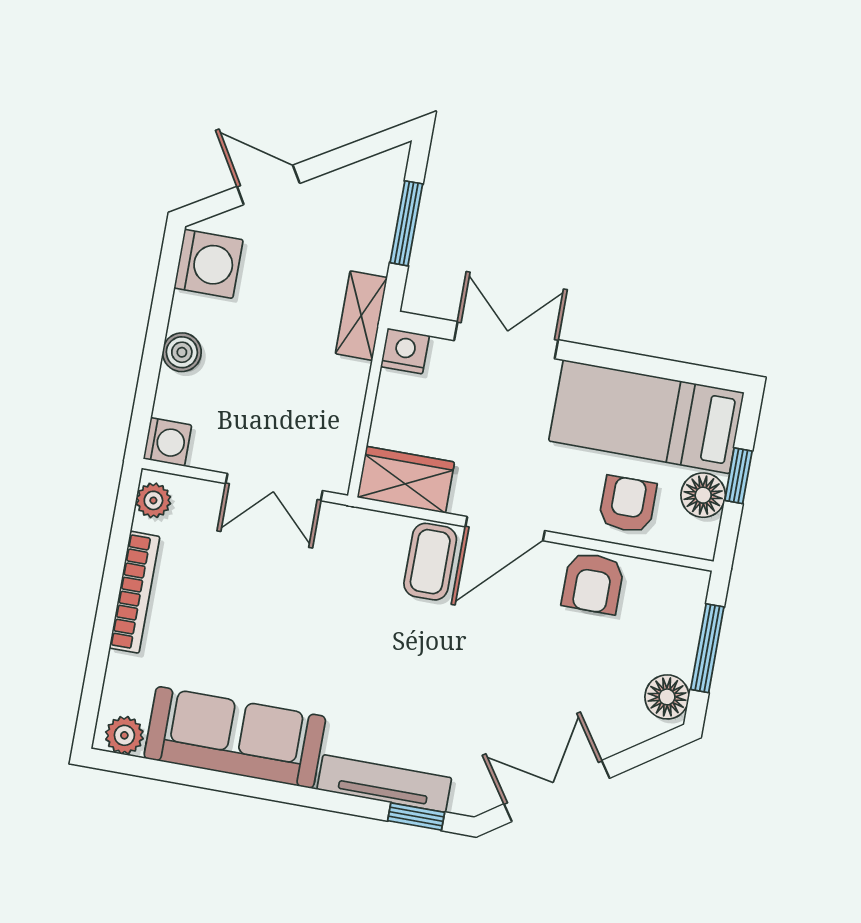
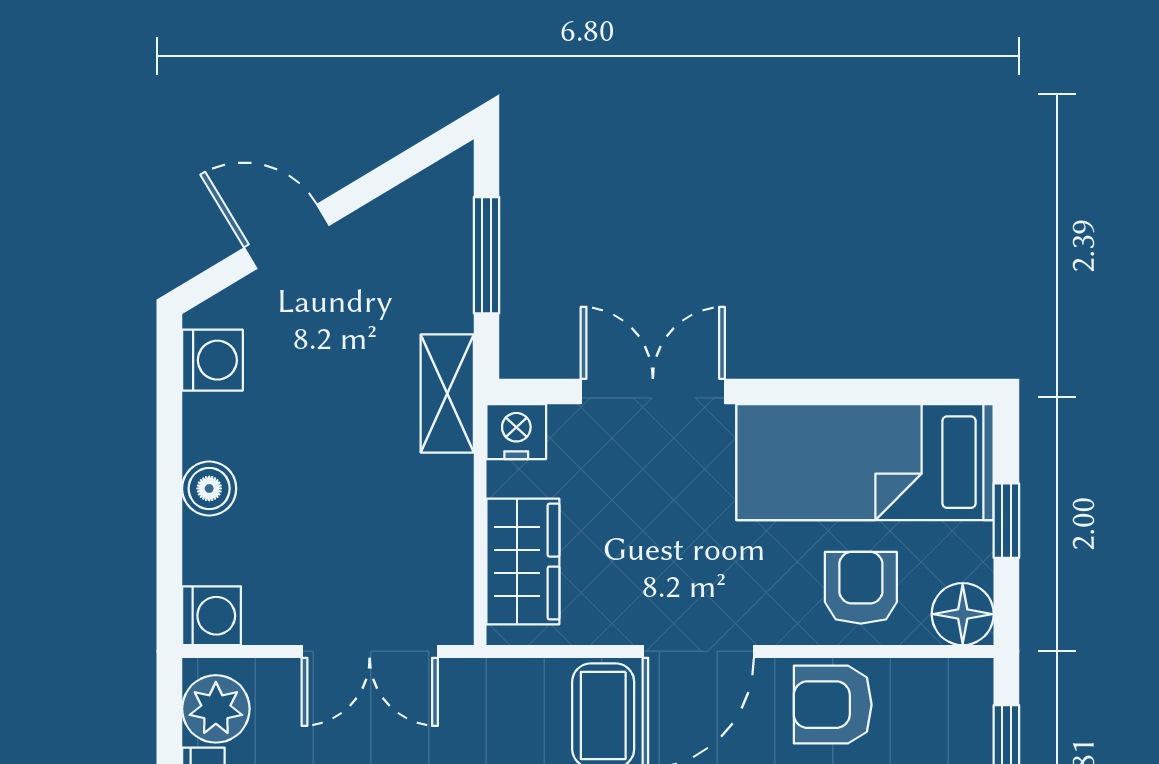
washing machine: (209, 264) -> (212, 360), width x0.73, depth x0.73
wardrobe: (406, 480) -> (523, 562), moved, turned 90
floor lamp: (703, 495) -> (963, 614), moved
plant: (153, 500) -> (216, 709), width x1.38, depth x1.38
armchair: (593, 583) -> (833, 705), turned 90

